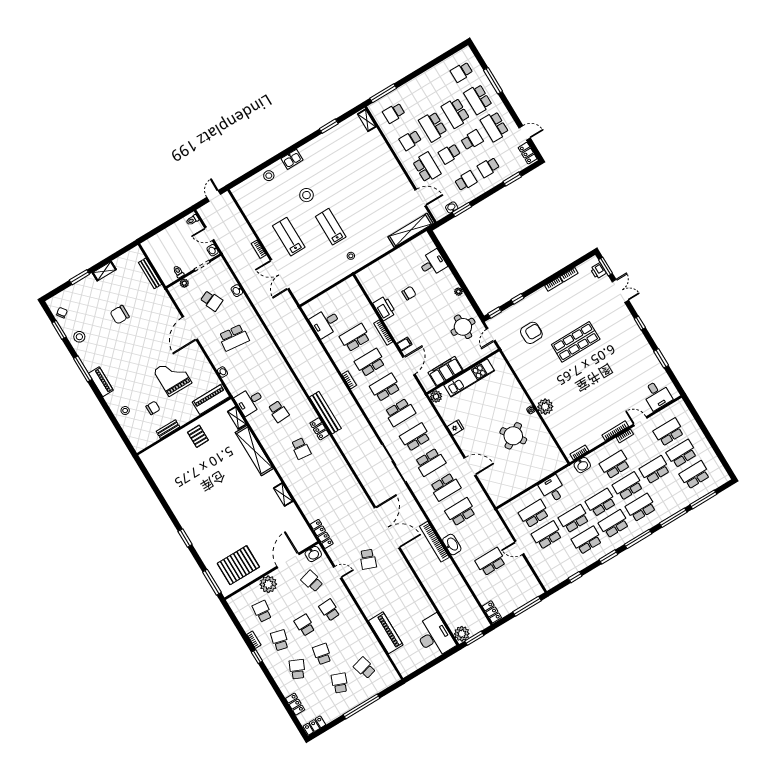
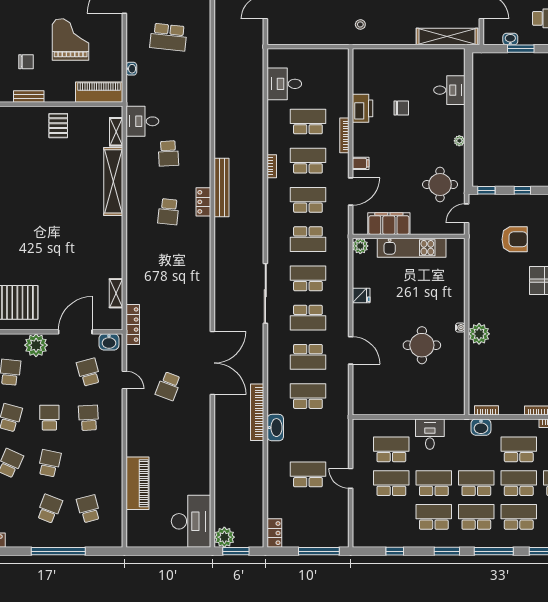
round table: (513, 436) -> (422, 345), turned 34
shelving: (283, 495) -> (116, 293), moved

